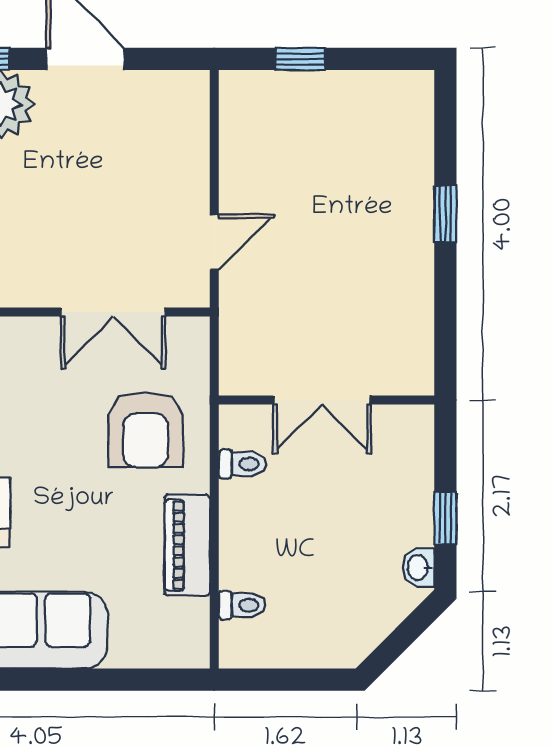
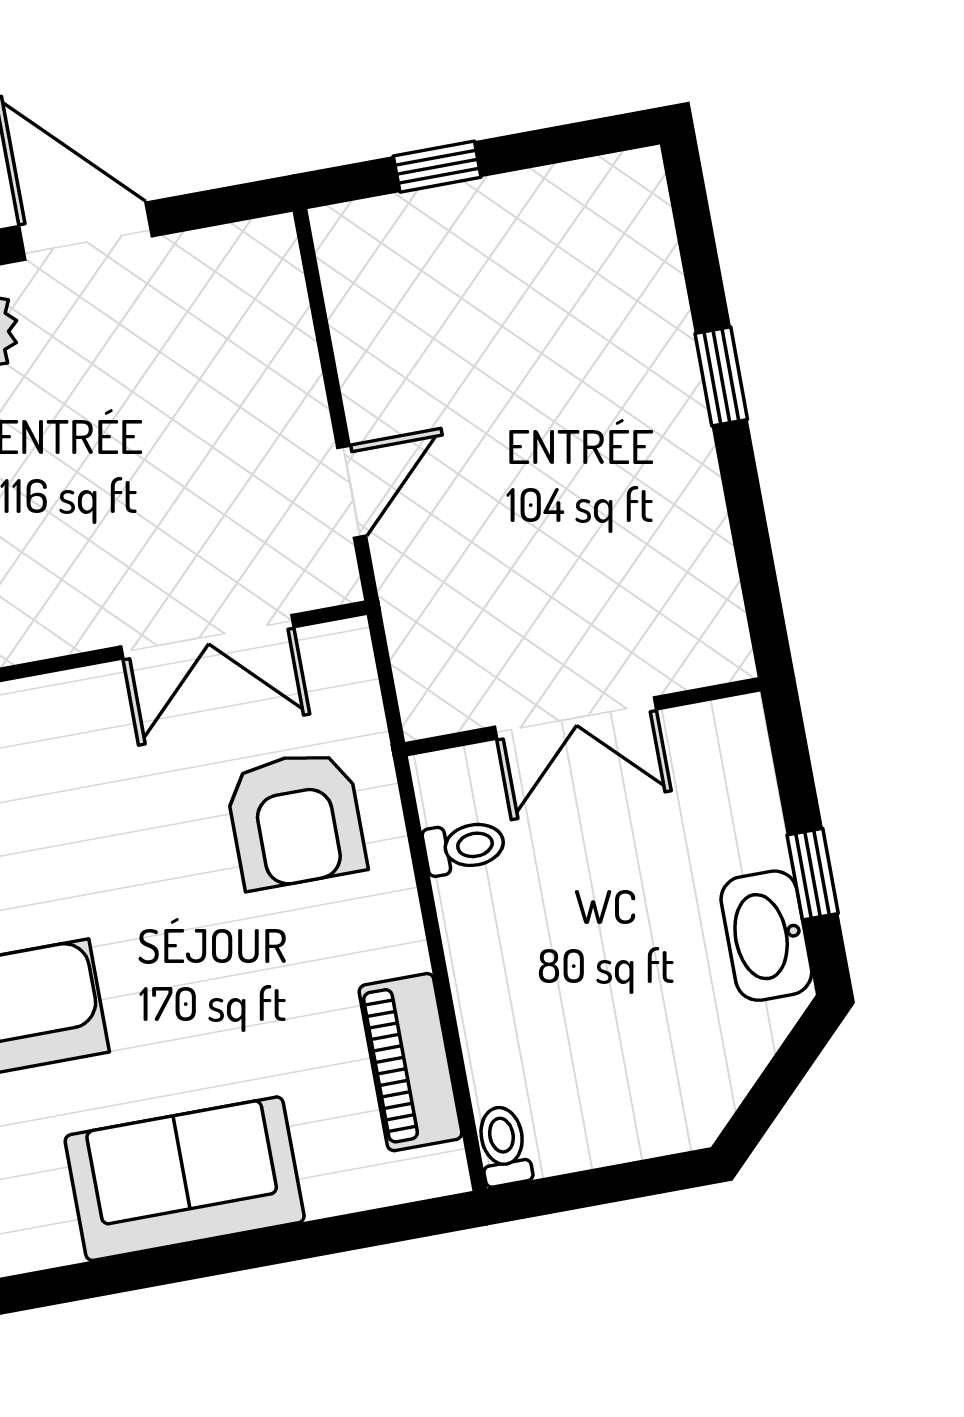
piano: (187, 545) -> (411, 1062), moved
washbasin: (419, 567) -> (766, 936), width x1.91, depth x1.45
toilet: (242, 605) -> (503, 1146), moved, turned -90

